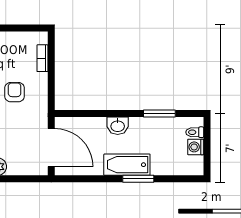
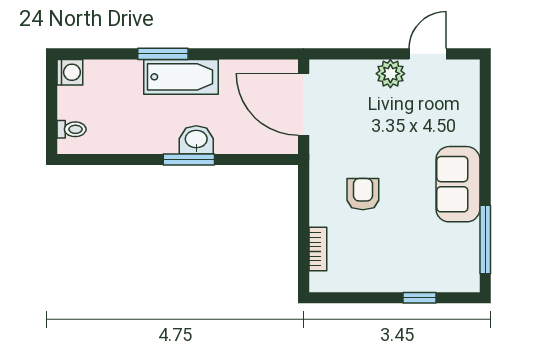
armchair: (15, 92) -> (363, 194), turned 180
window: (159, 114) -> (189, 160), moved
washing machine: (196, 147) -> (70, 72), moved

